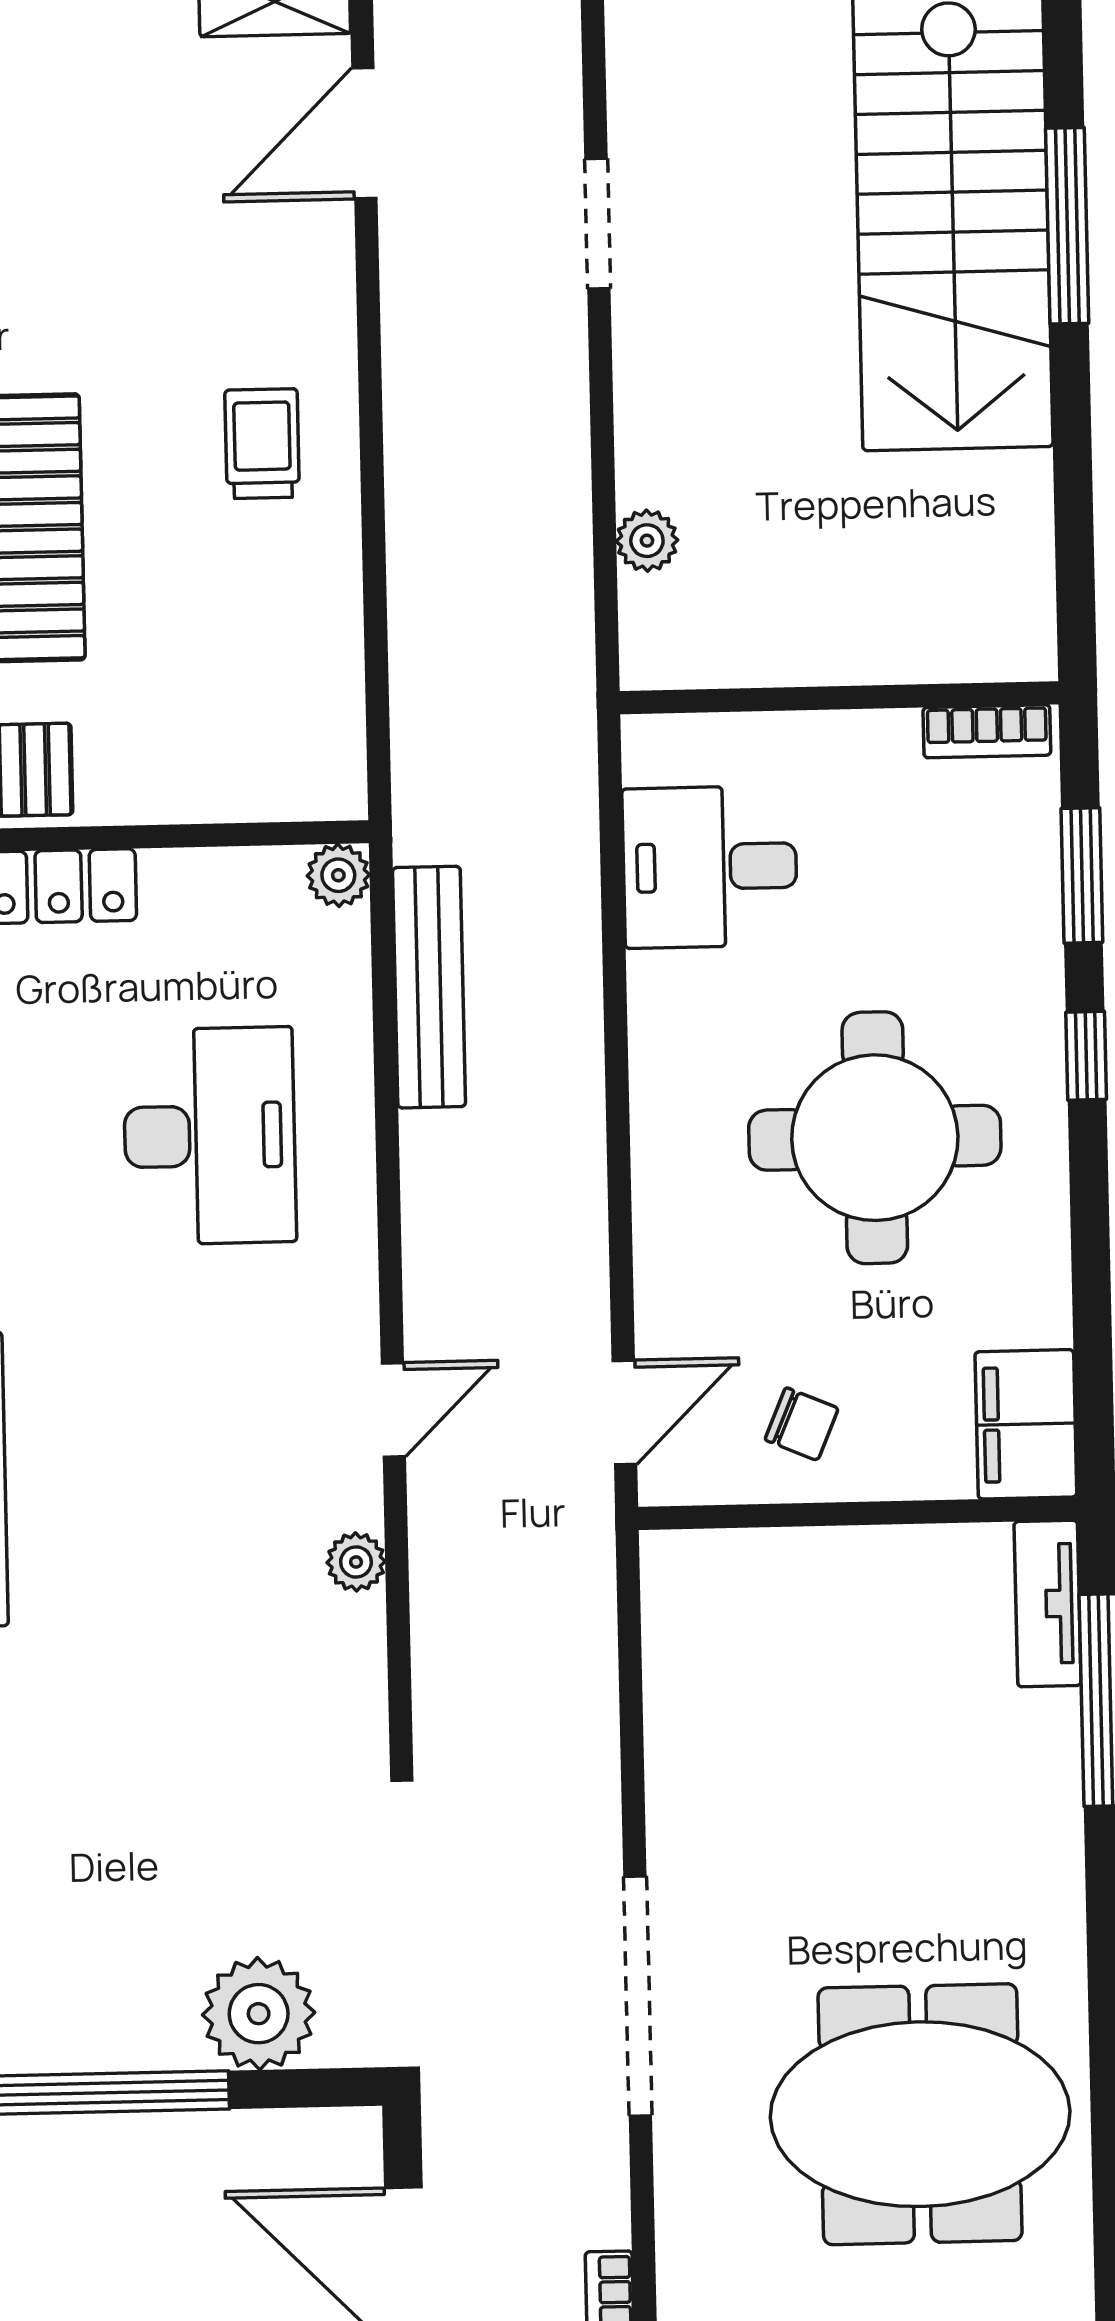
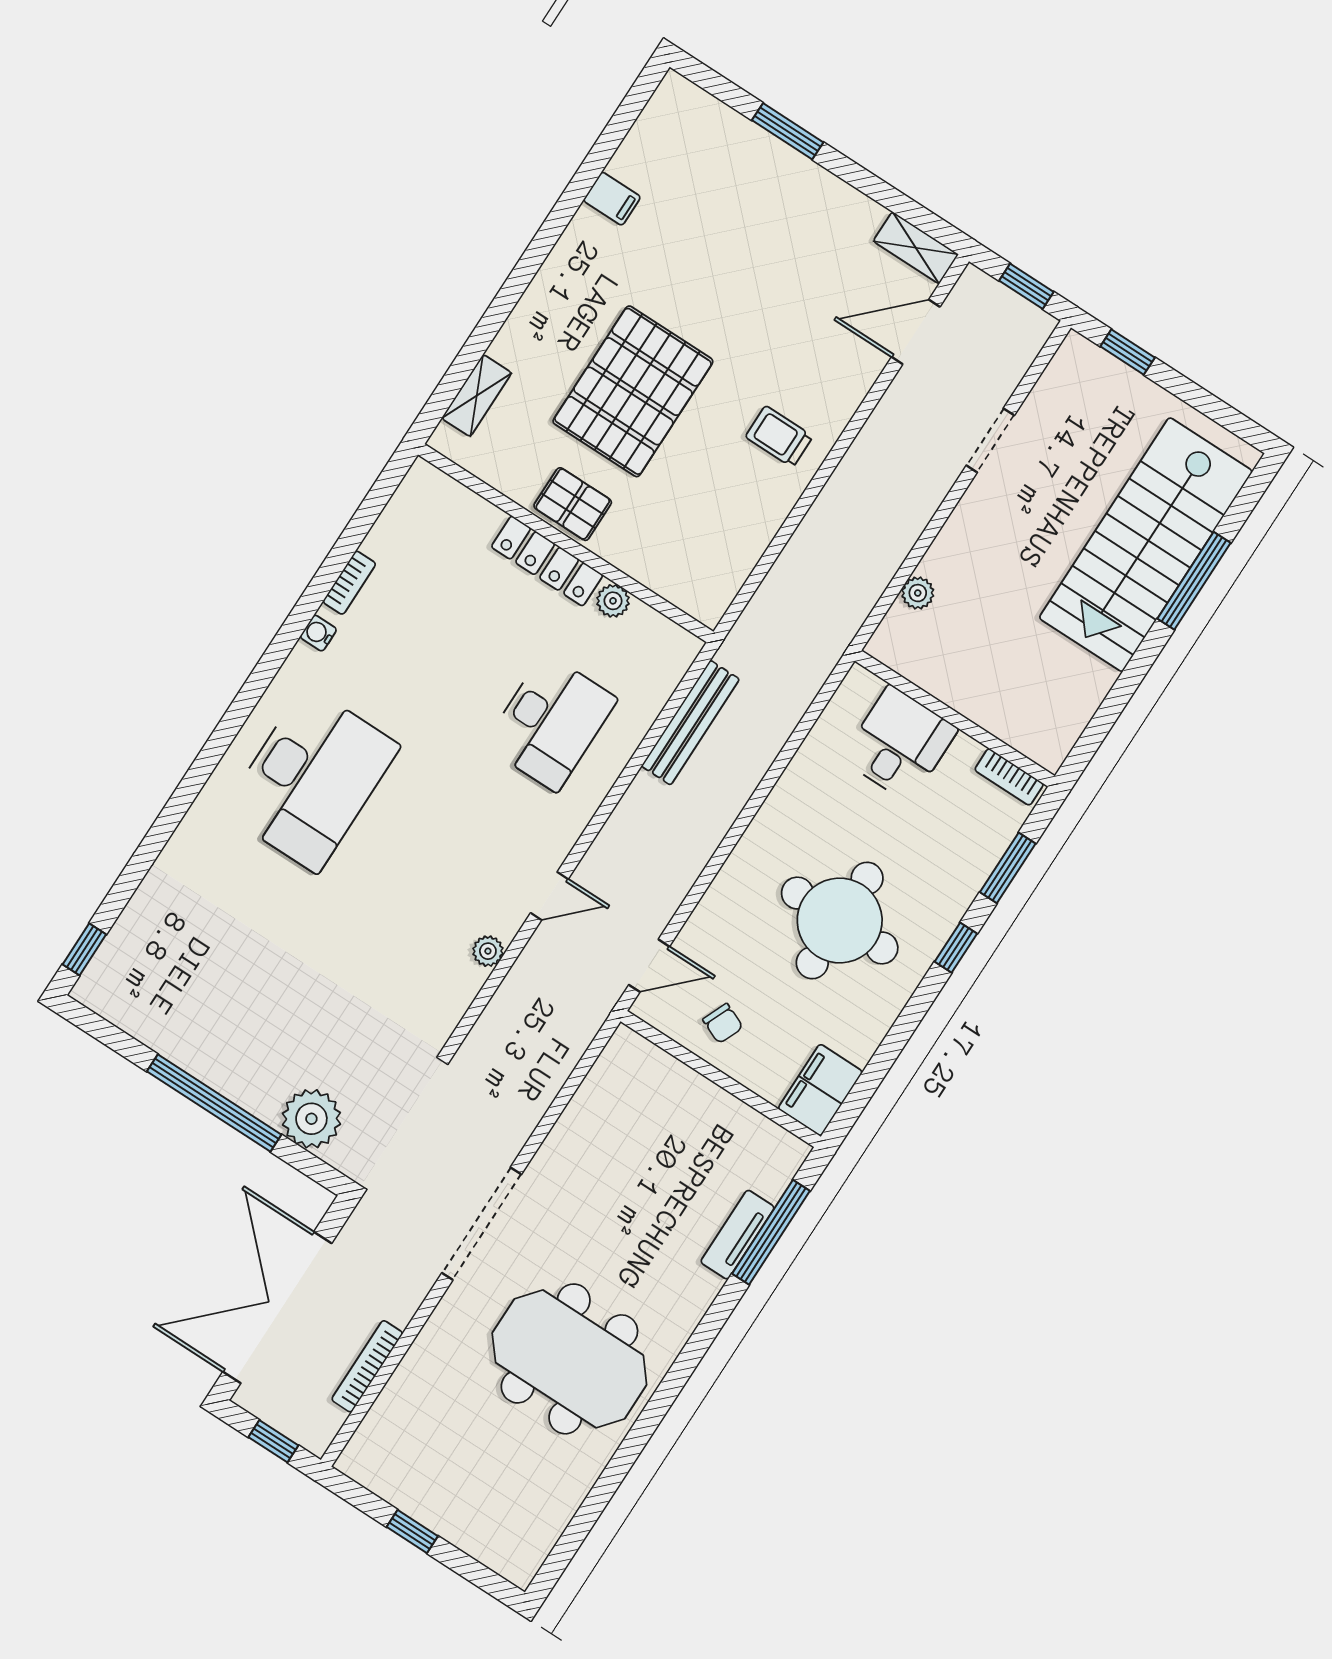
trolley: (262, 444) -> (779, 437), turned -90
desk: (710, 867) -> (899, 744), moved, turned 90
plant: (338, 875) -> (613, 601), moved
tv unit: (1048, 1604) -> (738, 1235), moved

